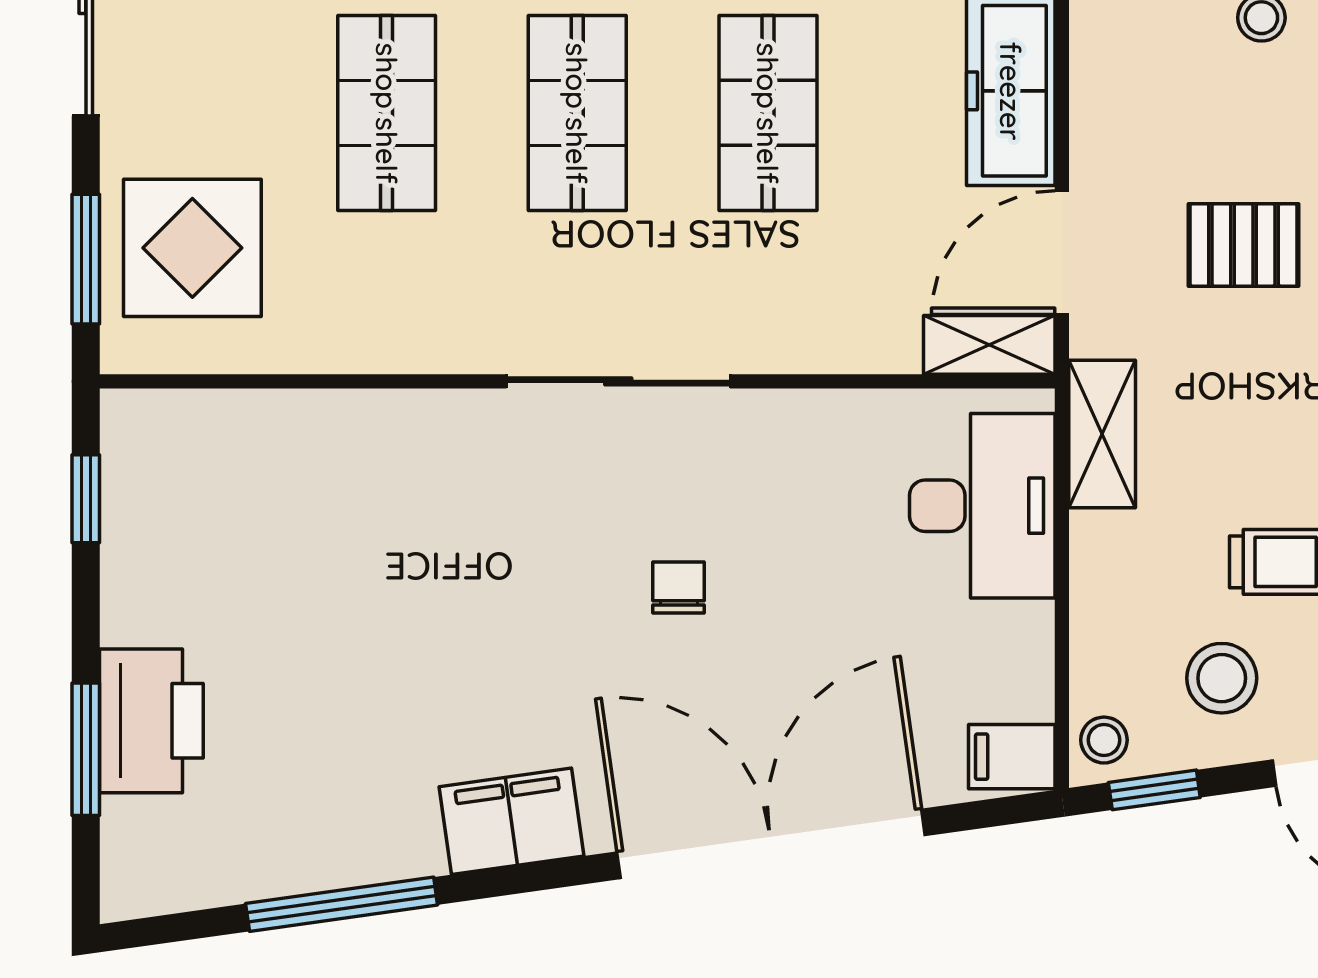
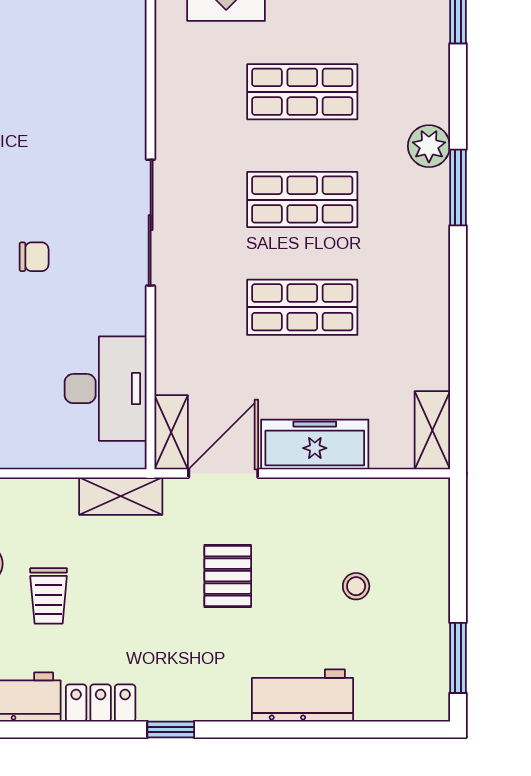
door: (1062, 253) -> (223, 473), hinge flipped
desk: (982, 506) -> (106, 389), moved, turned -90

